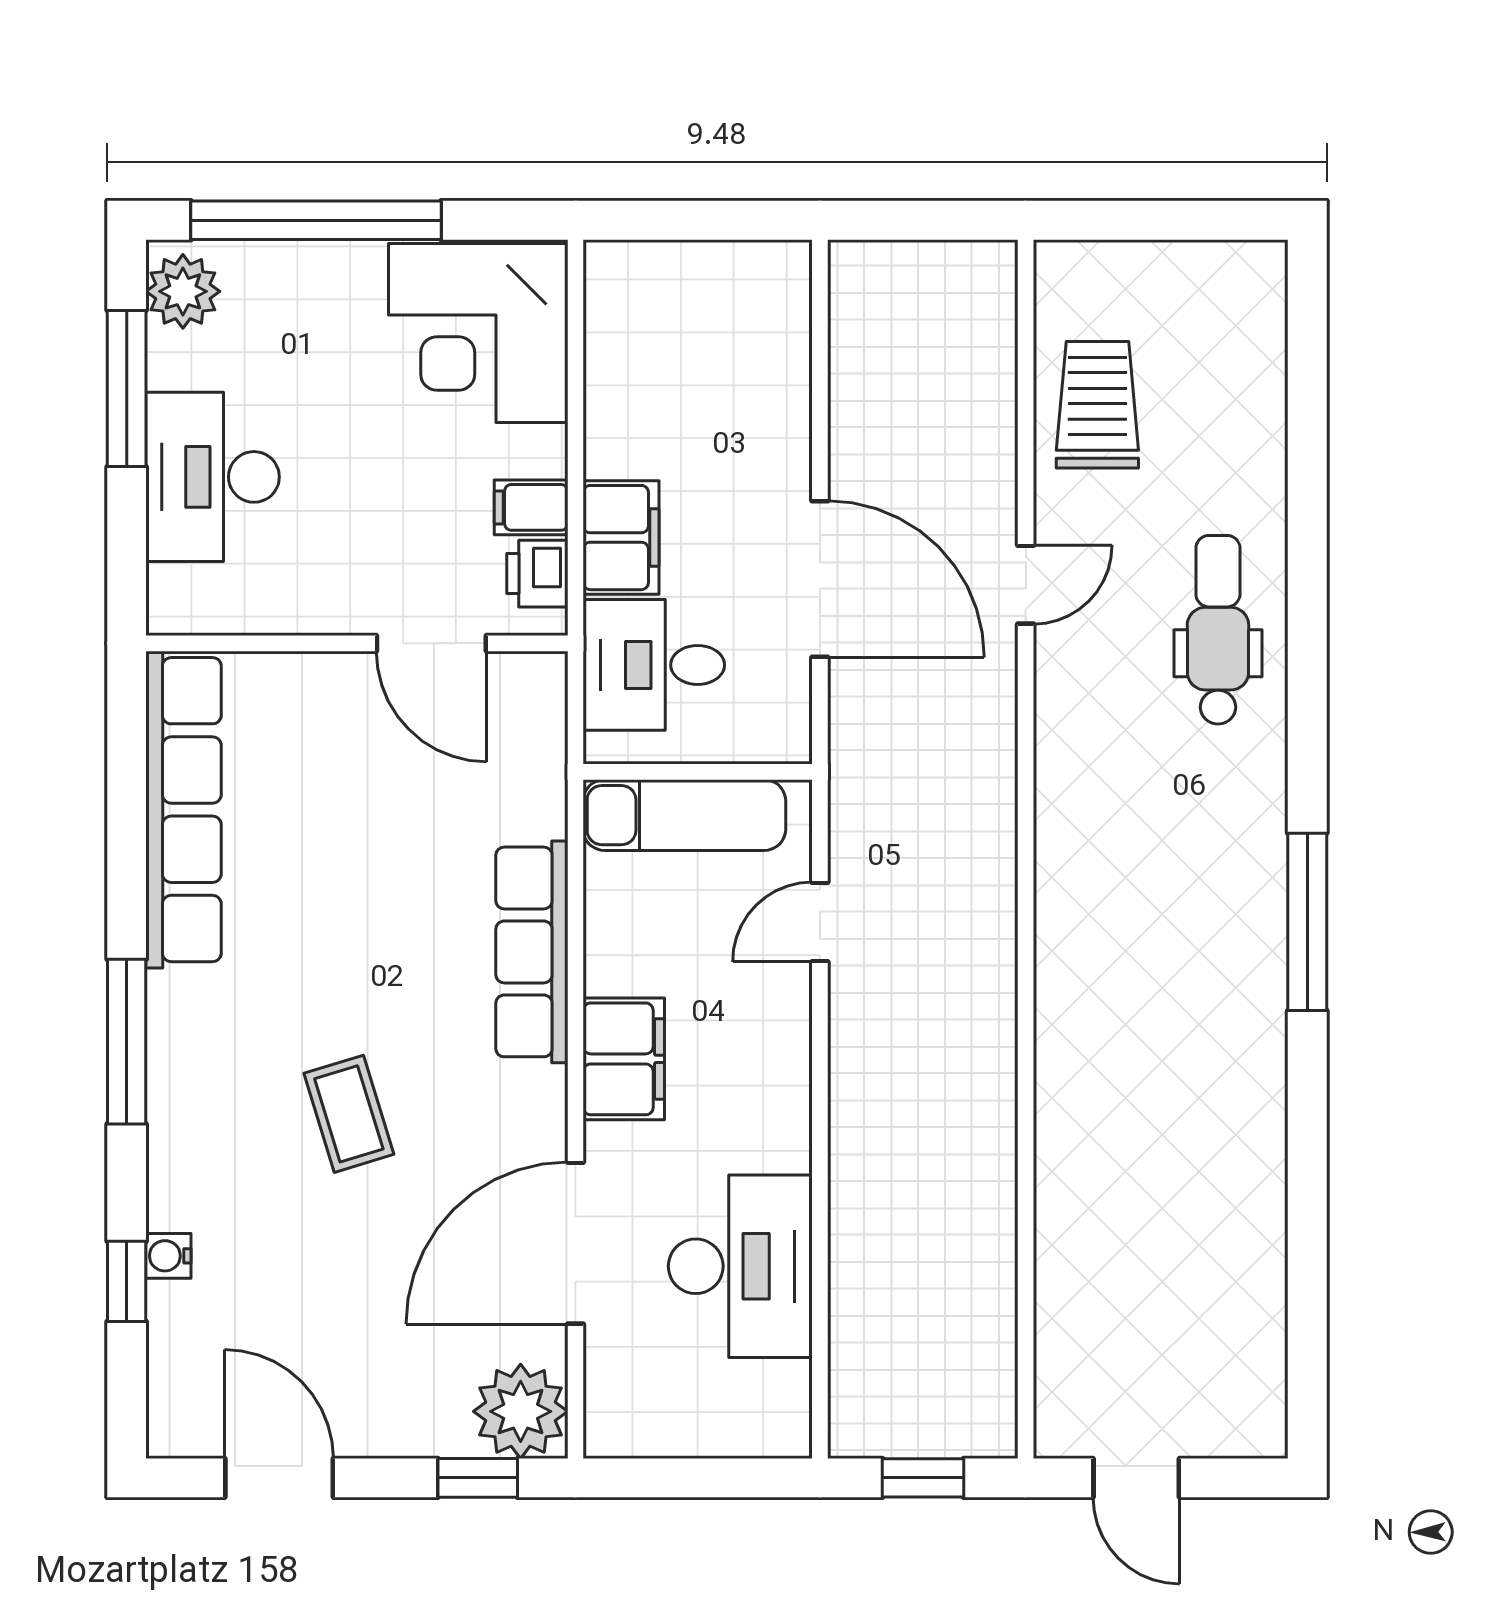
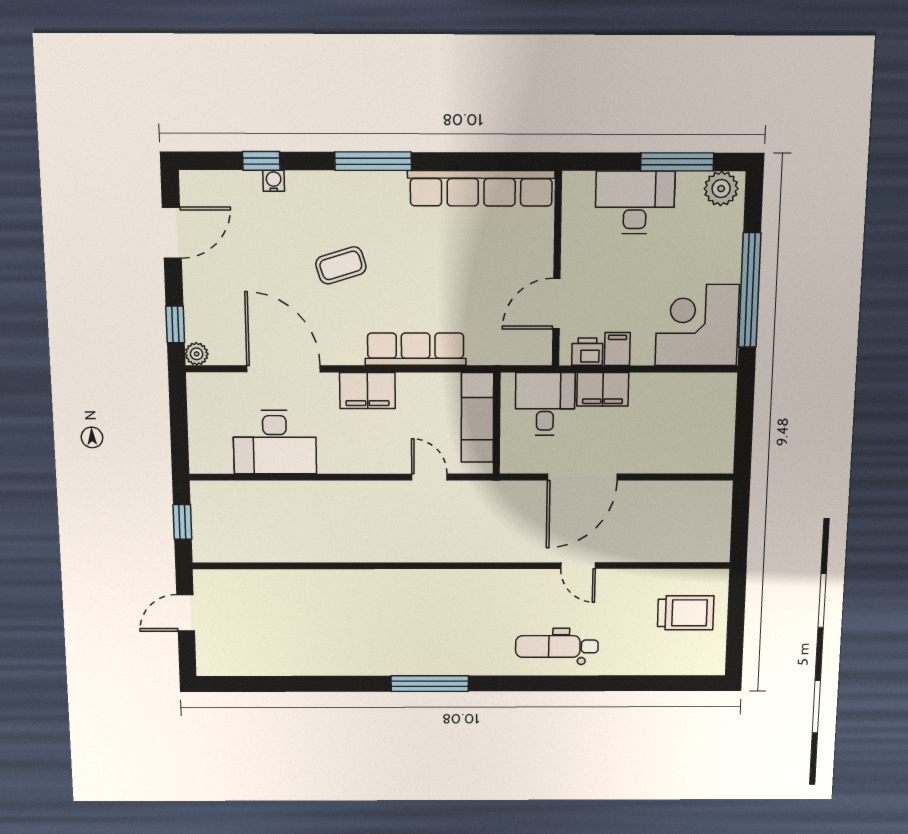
window: (316, 220) -> (750, 290), moved
trolley: (1097, 405) -> (686, 613), moved
dental chair: (1218, 630) -> (557, 646), turned 180
plant: (521, 1411) -> (197, 354), width x0.53, depth x0.53

